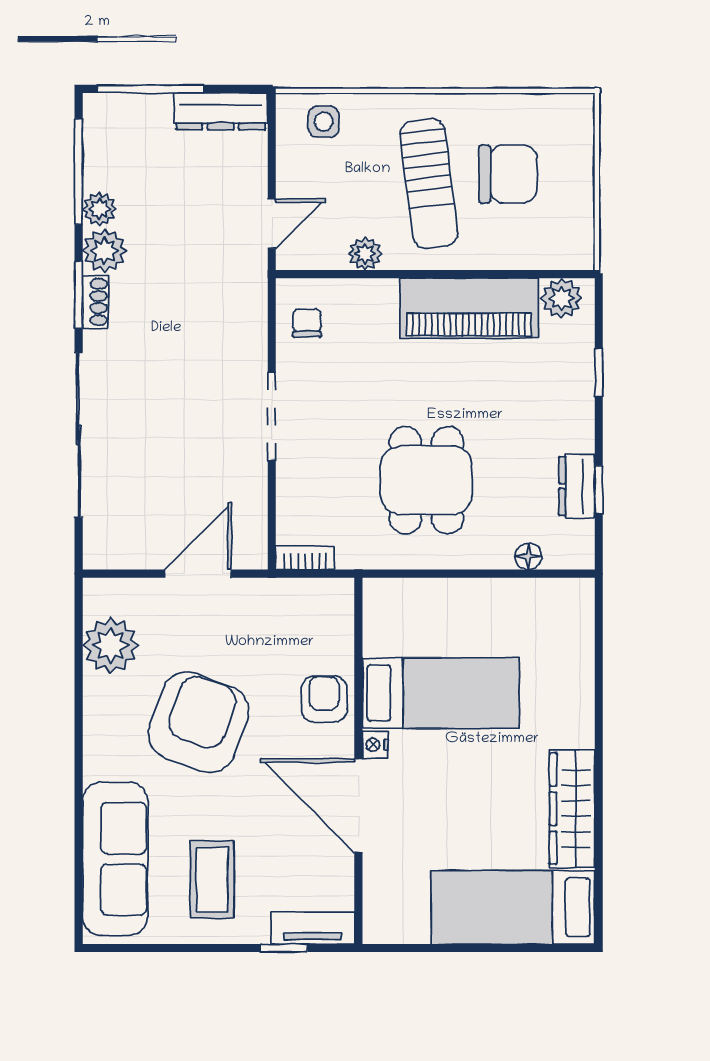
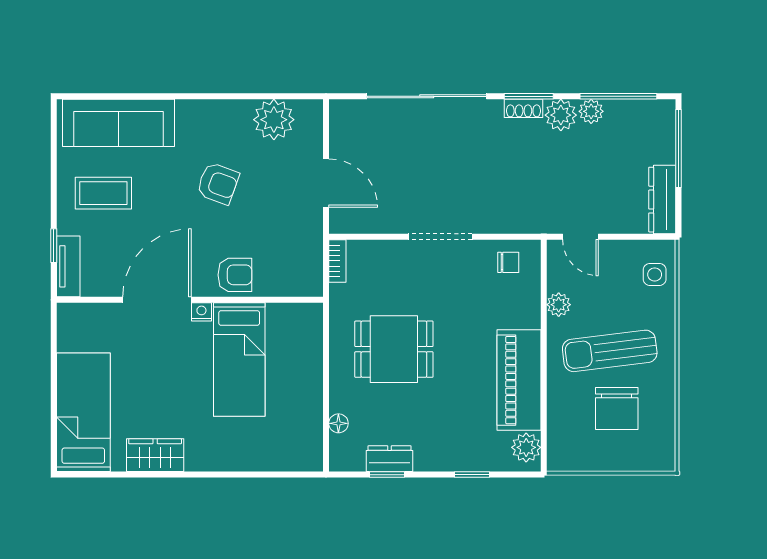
armchair: (199, 722) -> (218, 183), width x0.53, depth x0.53
wardrobe: (572, 809) -> (155, 455), width x0.67

